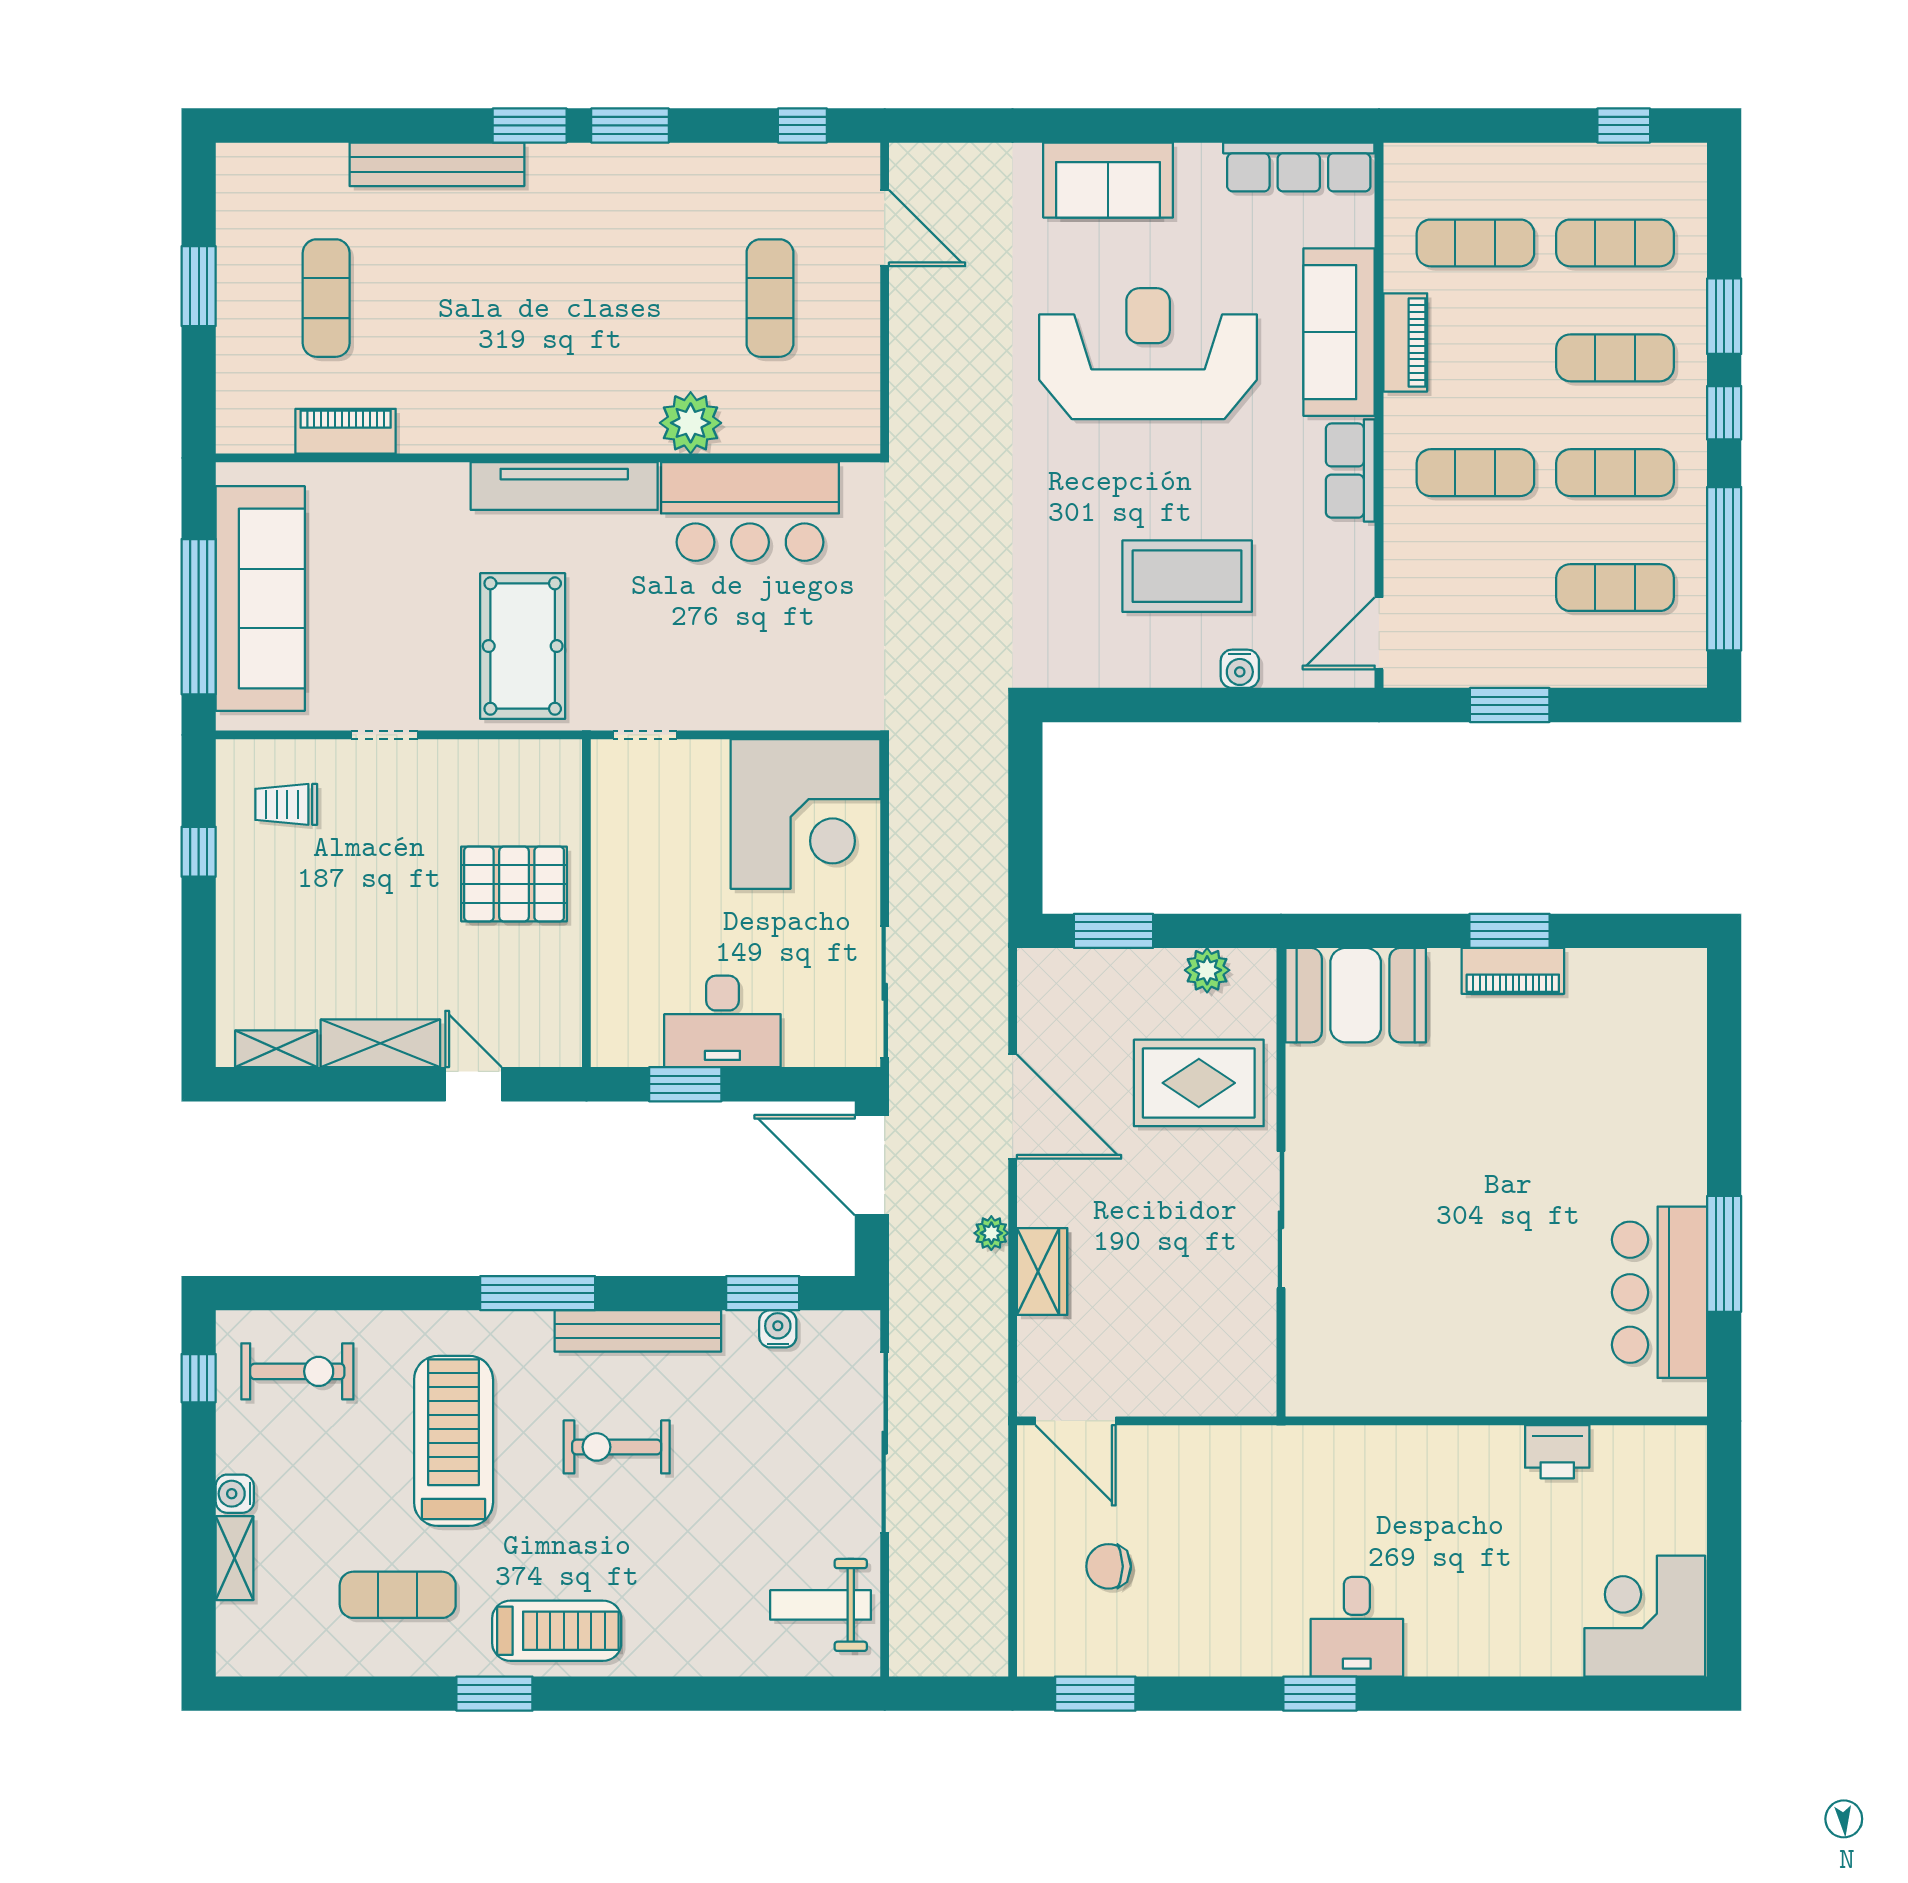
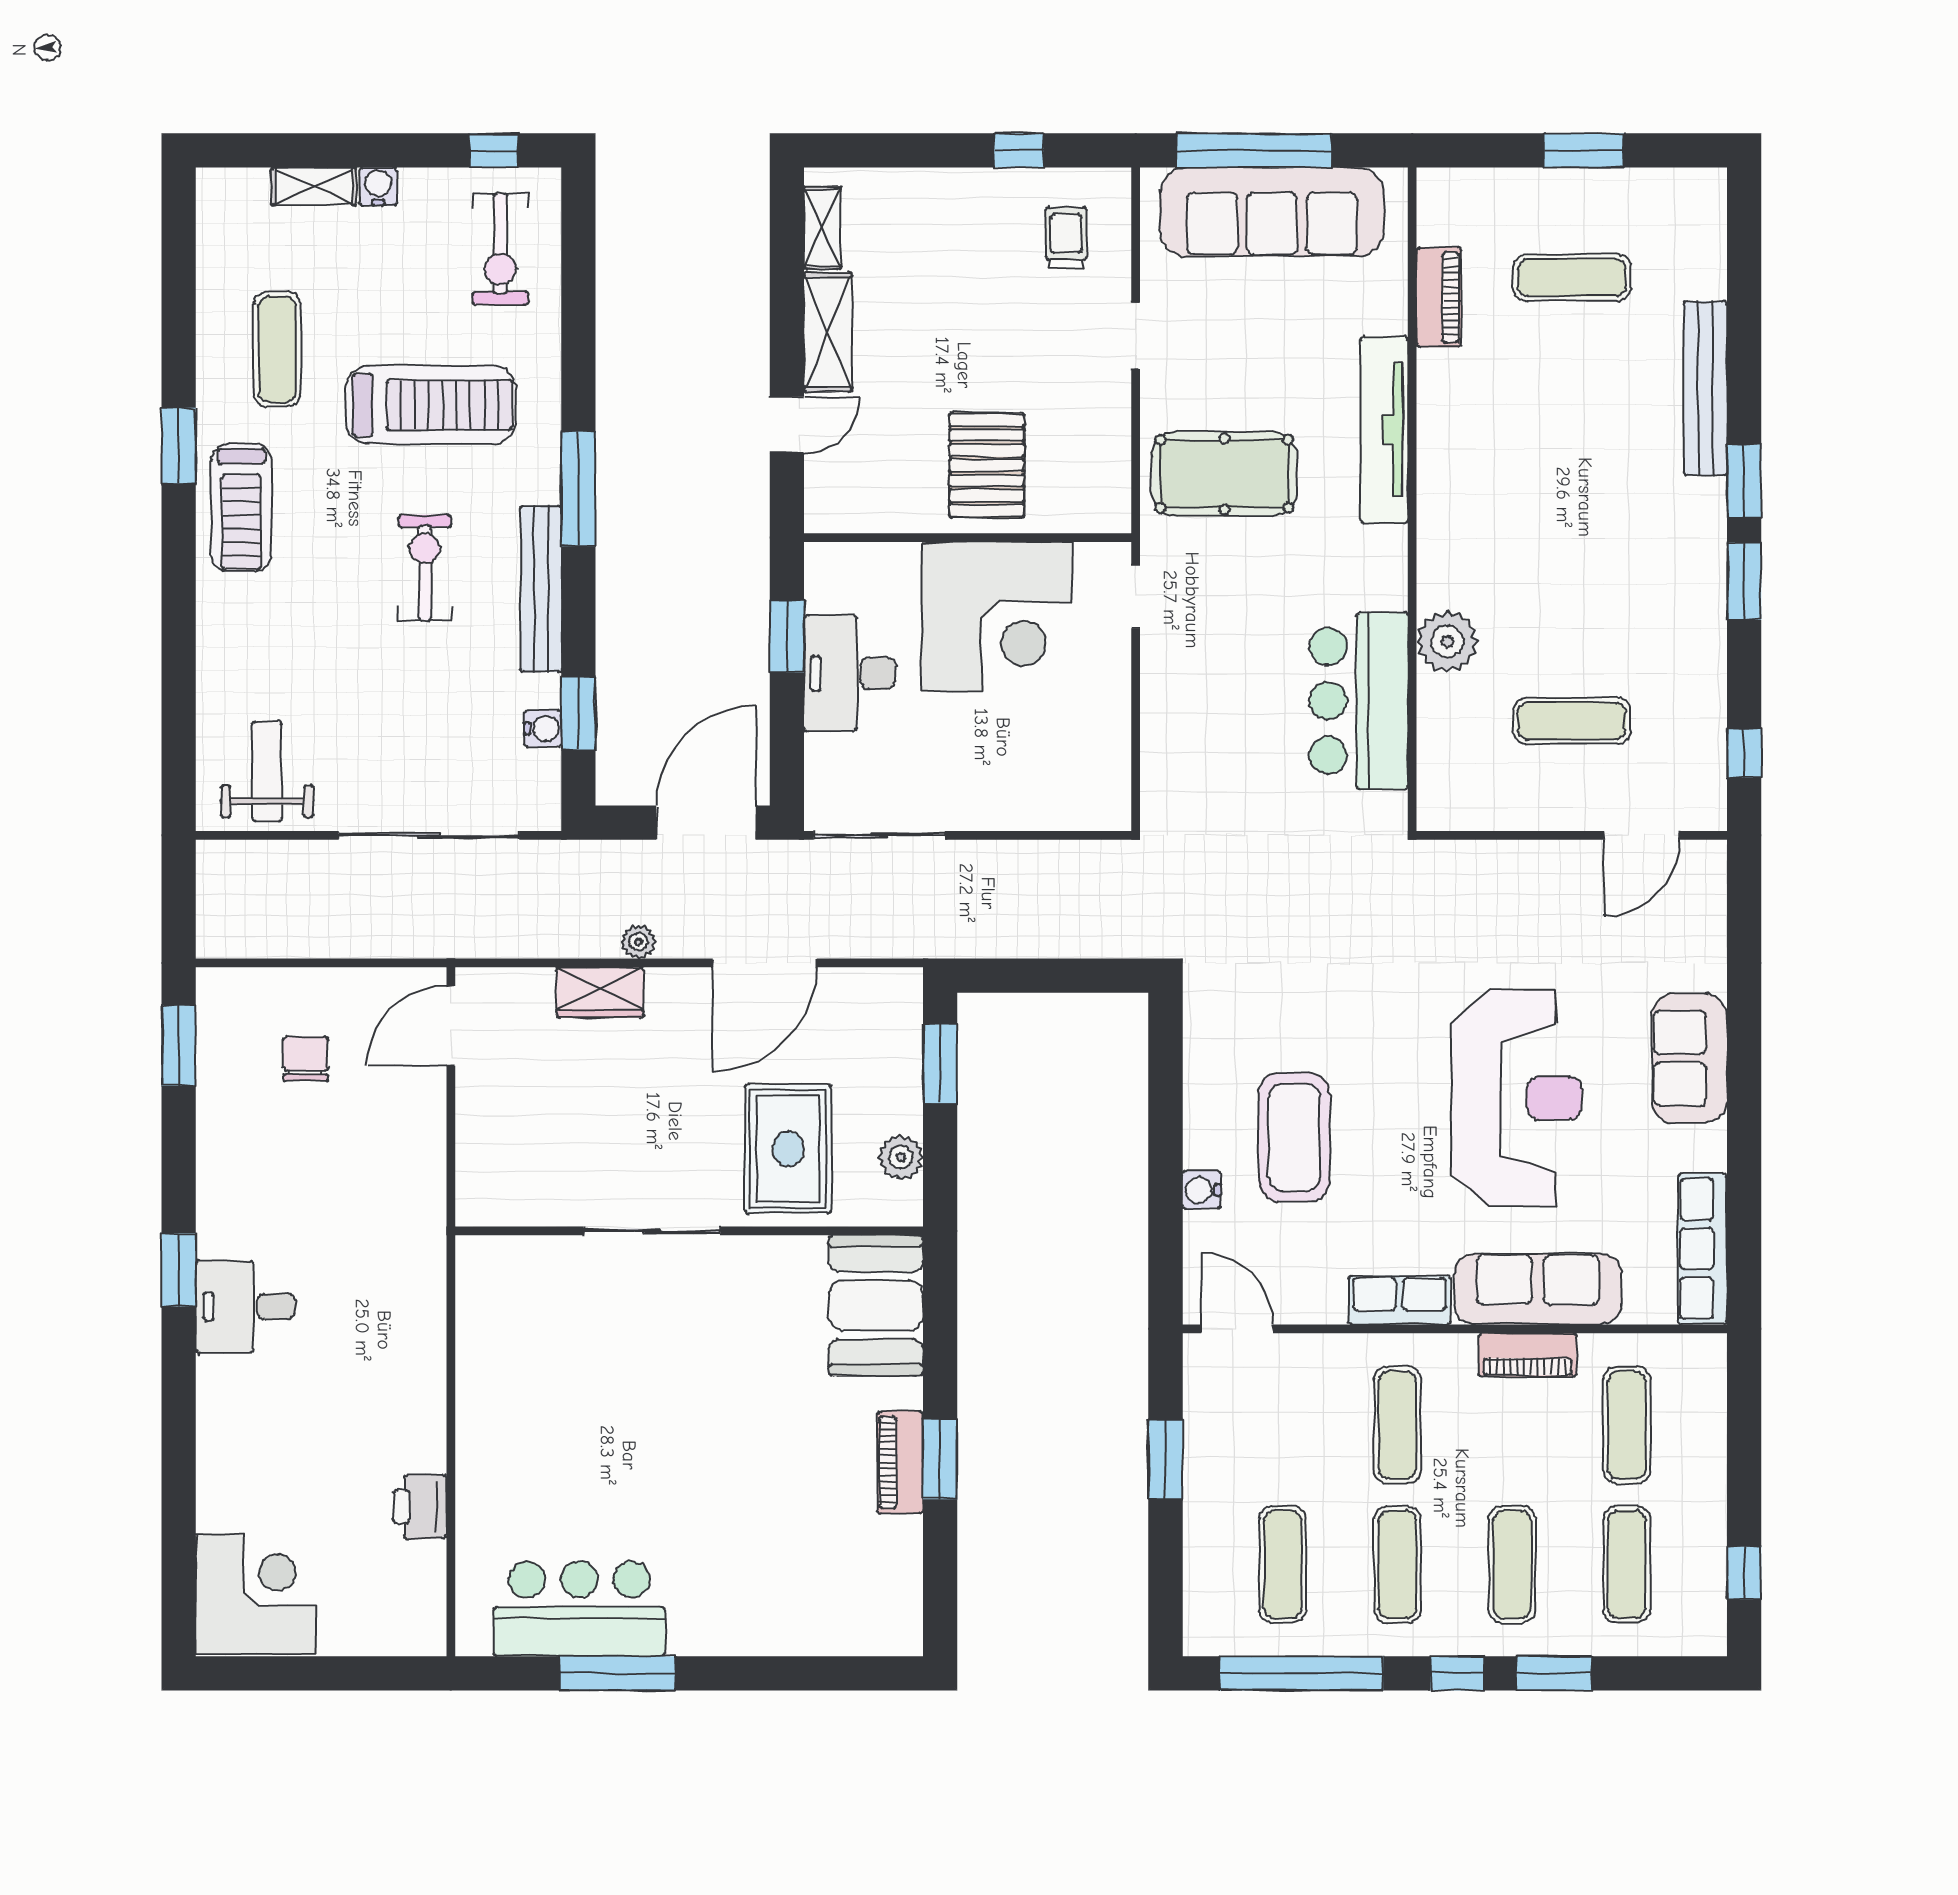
tv unit: (564, 486) -> (1384, 430), moved
corner desk: (806, 814) -> (997, 617), moved, turned -90

